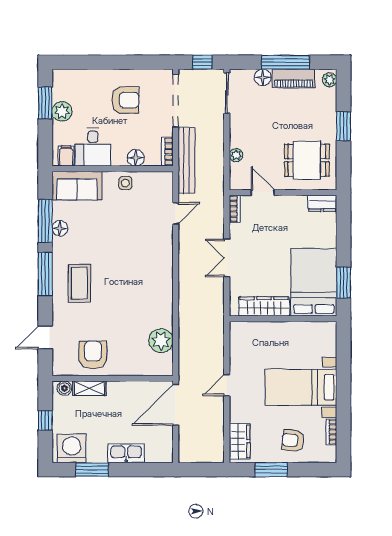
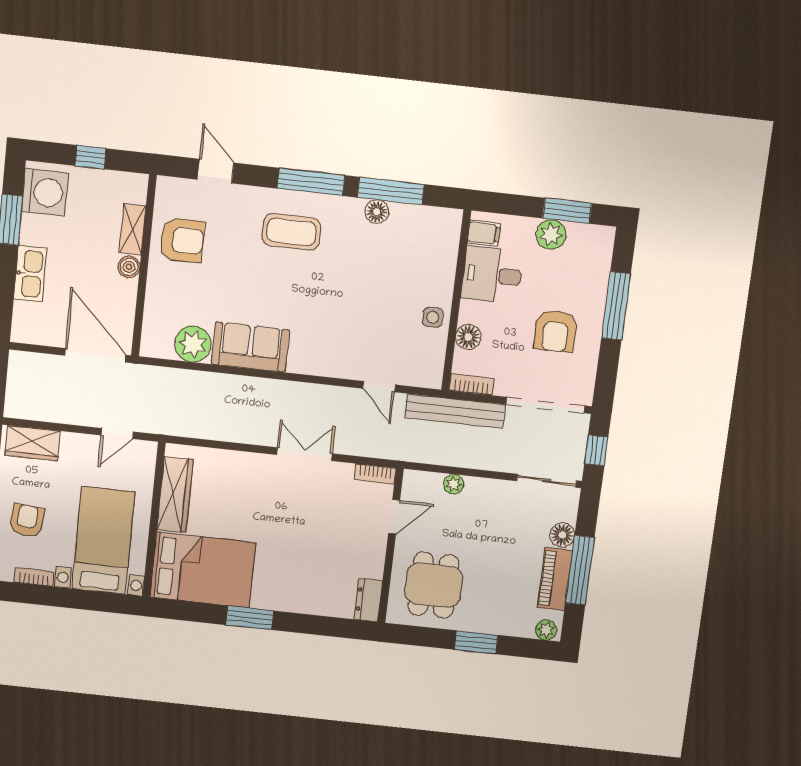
window: (104, 62) -> (616, 306), added
sofa: (77, 186) -> (250, 347), moved, turned 90
bed: (314, 282) -> (203, 570), moved
wardrobe: (264, 306) -> (175, 495), moved
wall: (283, 319) -> (154, 520), moved
door: (227, 385) -> (117, 433), swing flipped
boiler: (64, 388) -> (129, 267), moved

